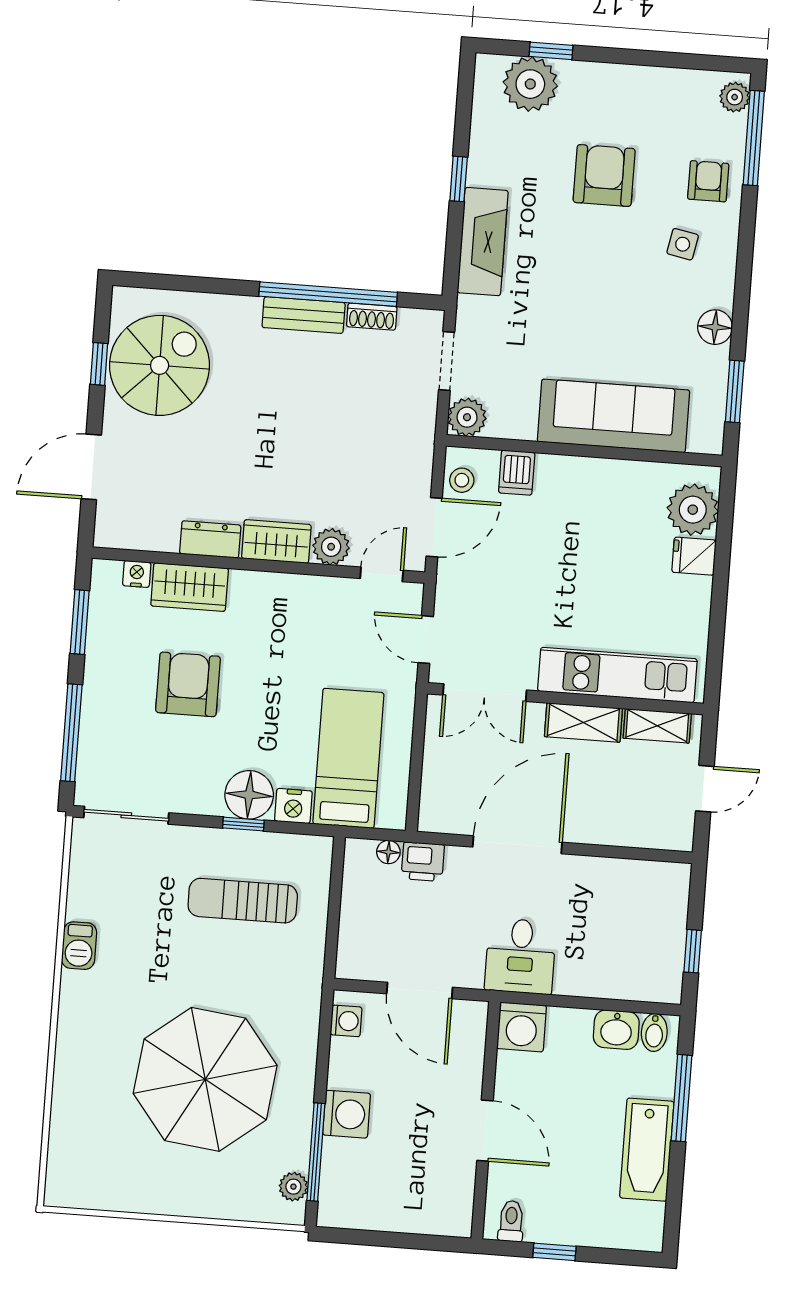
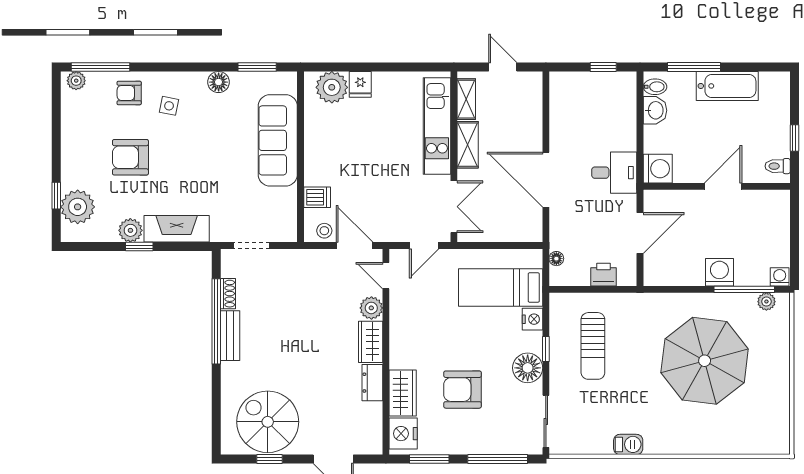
plant: (467, 417) -> (130, 230), moved
nightstand: (137, 574) -> (403, 434), width x1.89, depth x1.79
floor lamp: (249, 795) -> (528, 368), moved
printer: (423, 862) -> (603, 275), moved, turned -90
washing machine: (346, 1021) -> (780, 277), moved

